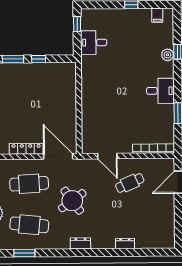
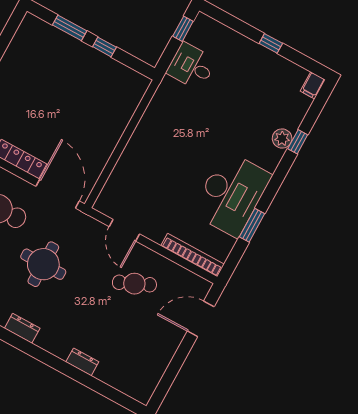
filing cabinet: (157, 15) -> (313, 85), moved
desk: (160, 91) -> (231, 194), width x1.87, depth x1.30
round table: (72, 201) -> (43, 264), turned 36

